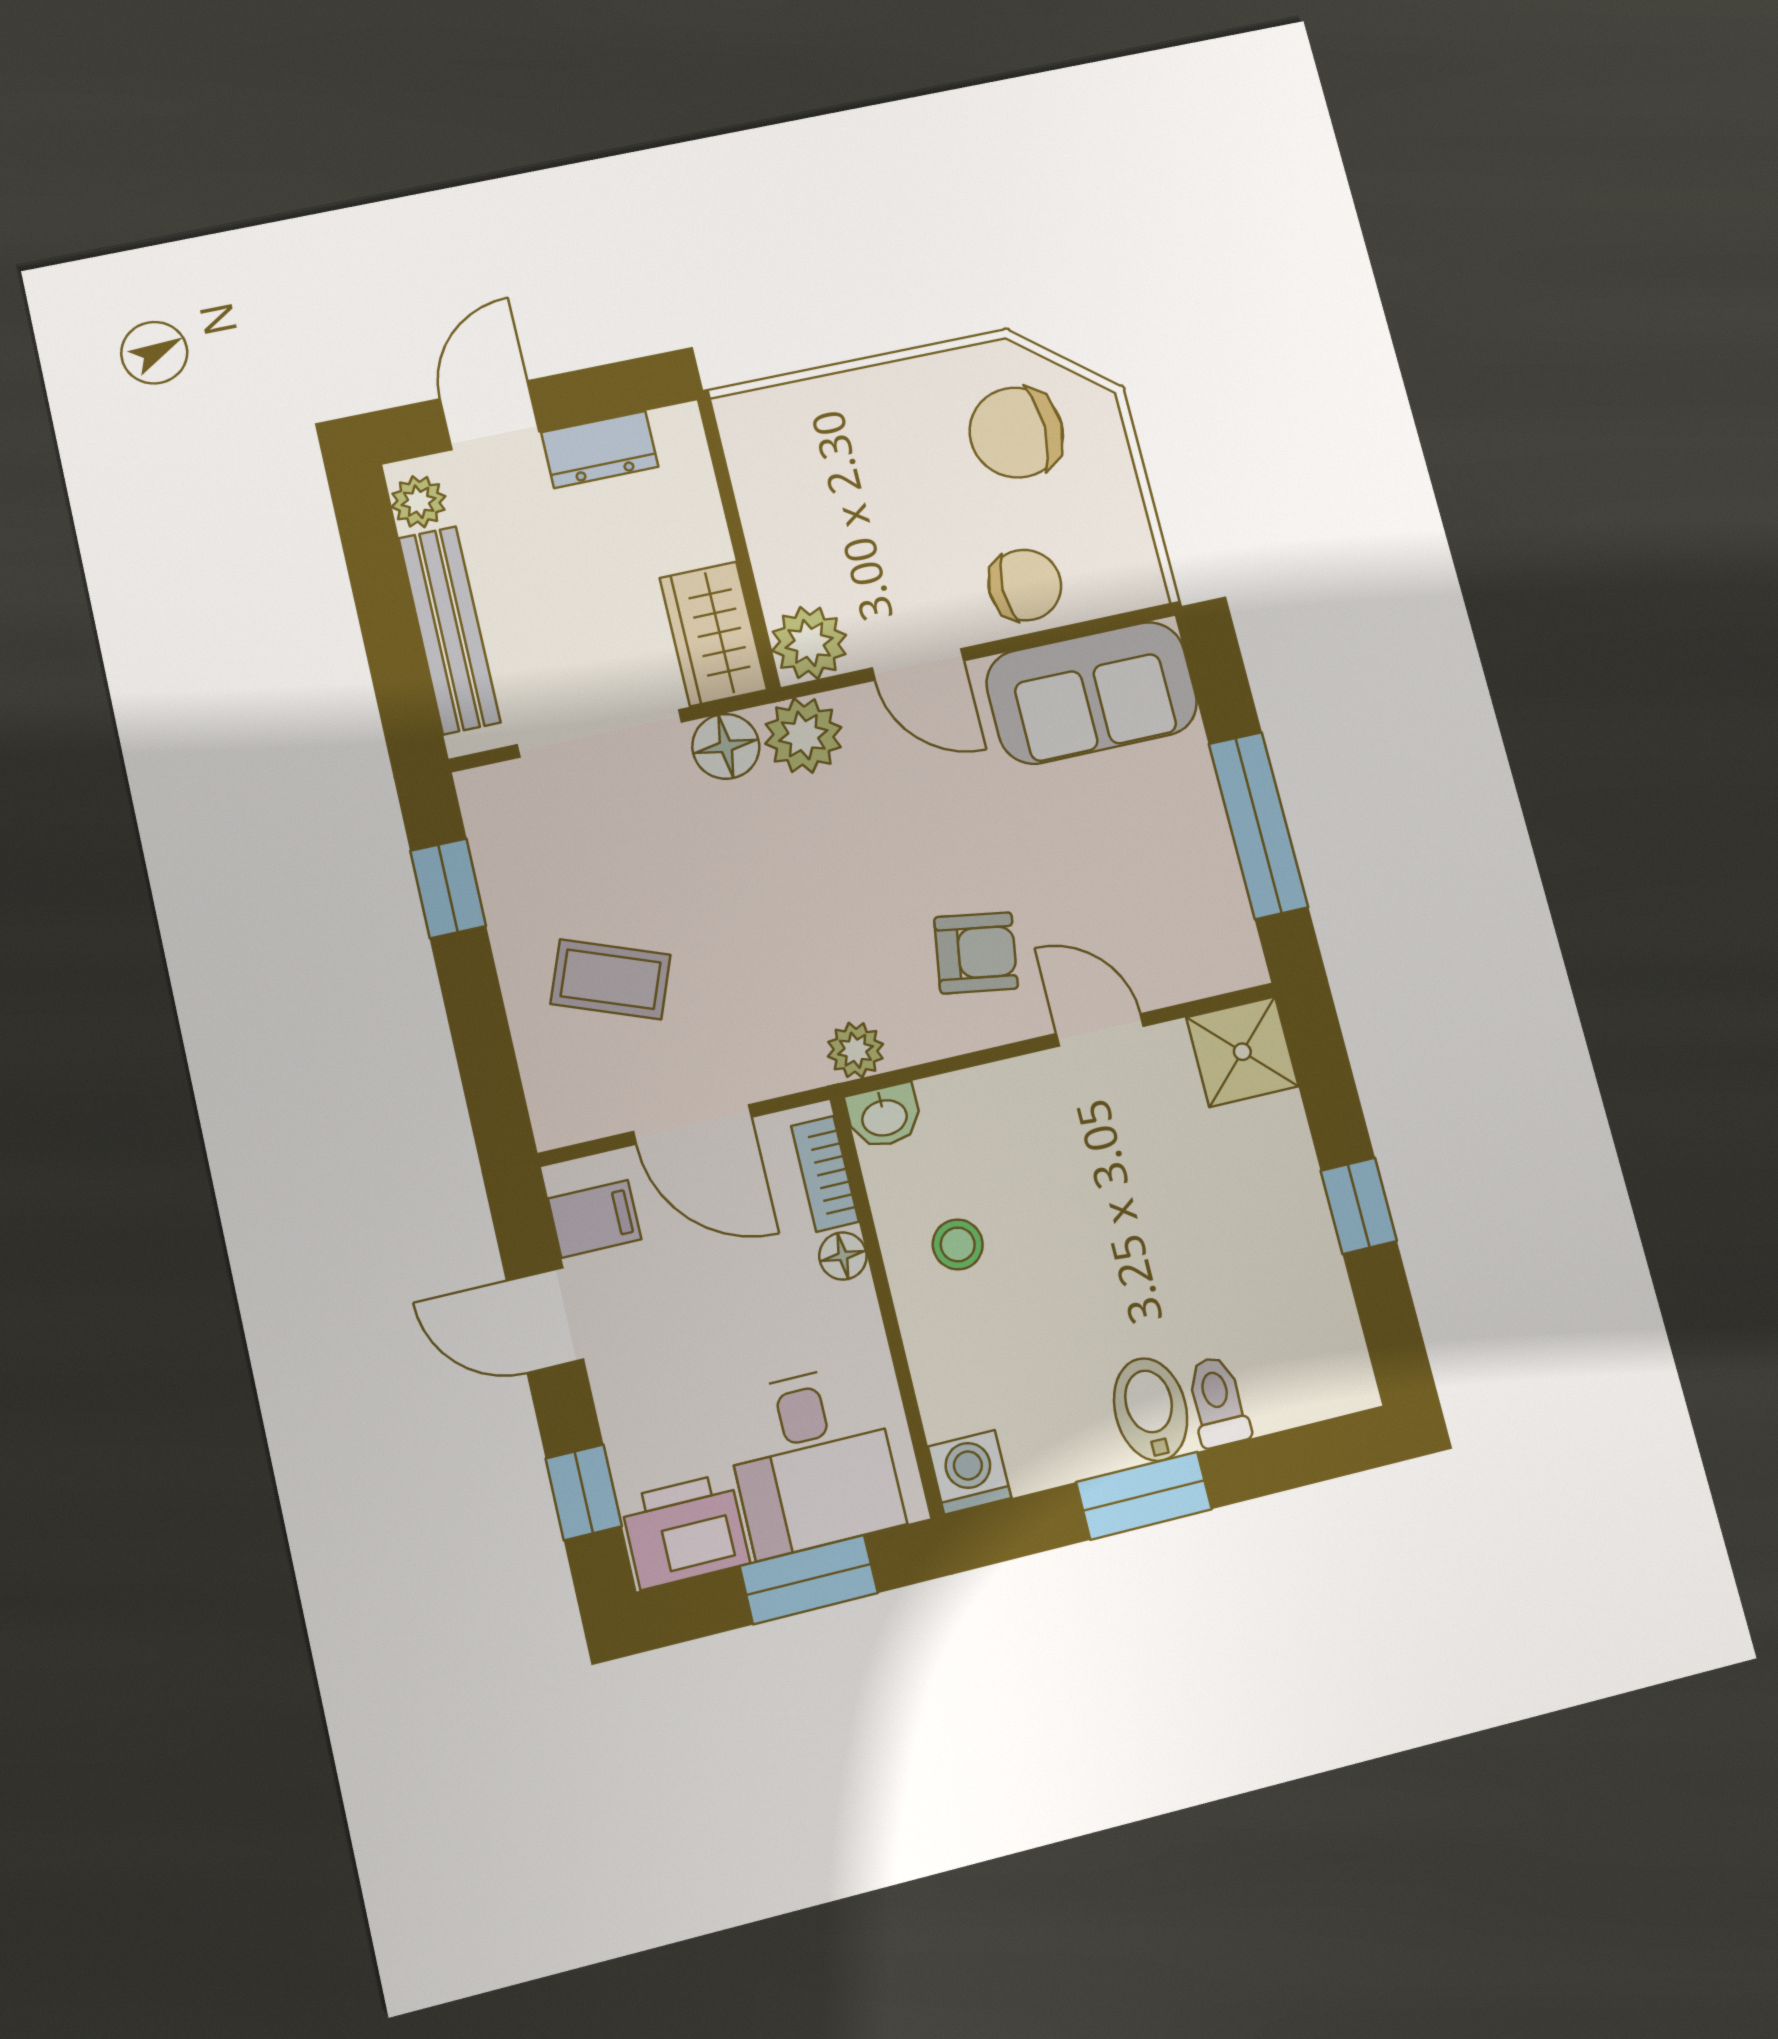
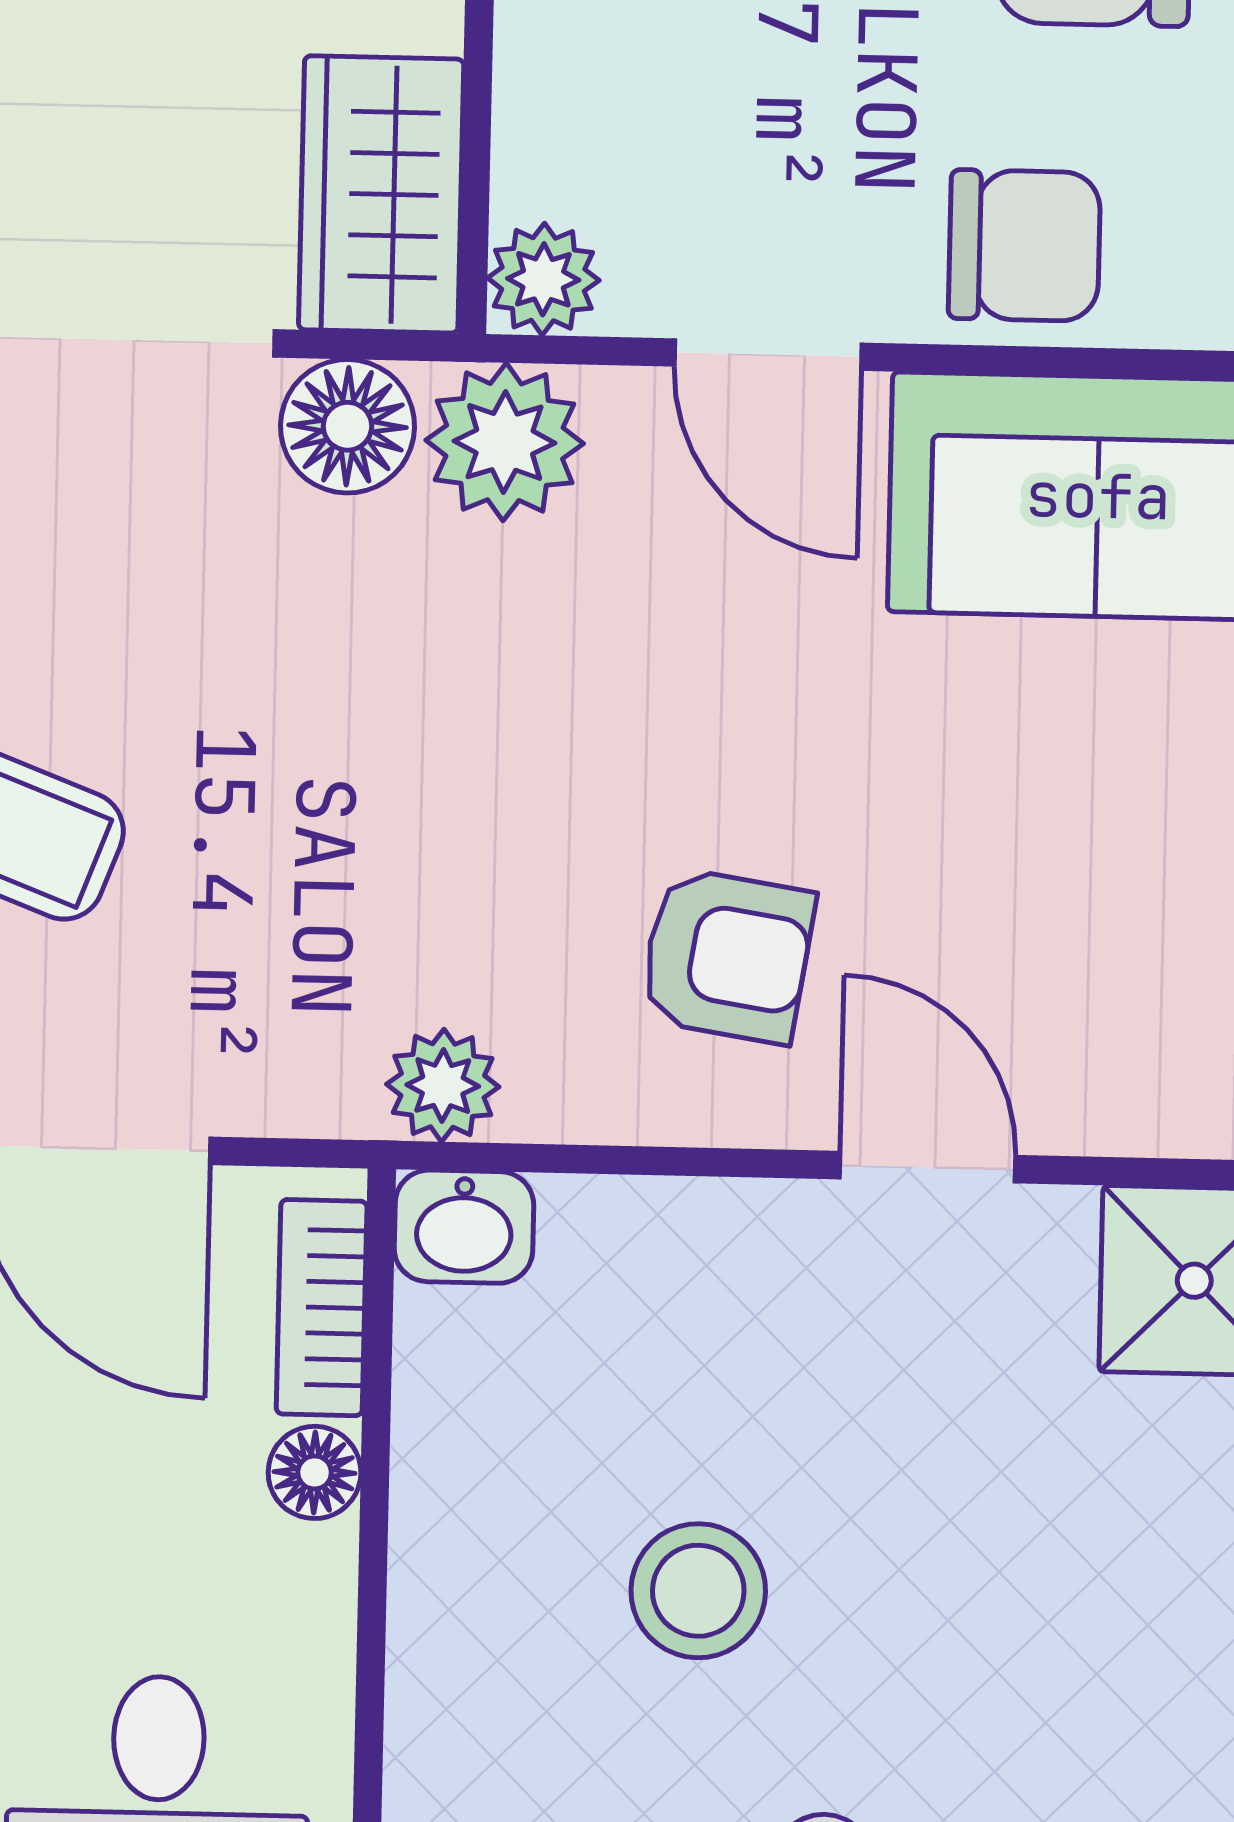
plant: (809, 643) -> (543, 279), width x0.73, depth x0.73
stool: (958, 1244) -> (698, 1591), moved, width x1.37, depth x1.37

